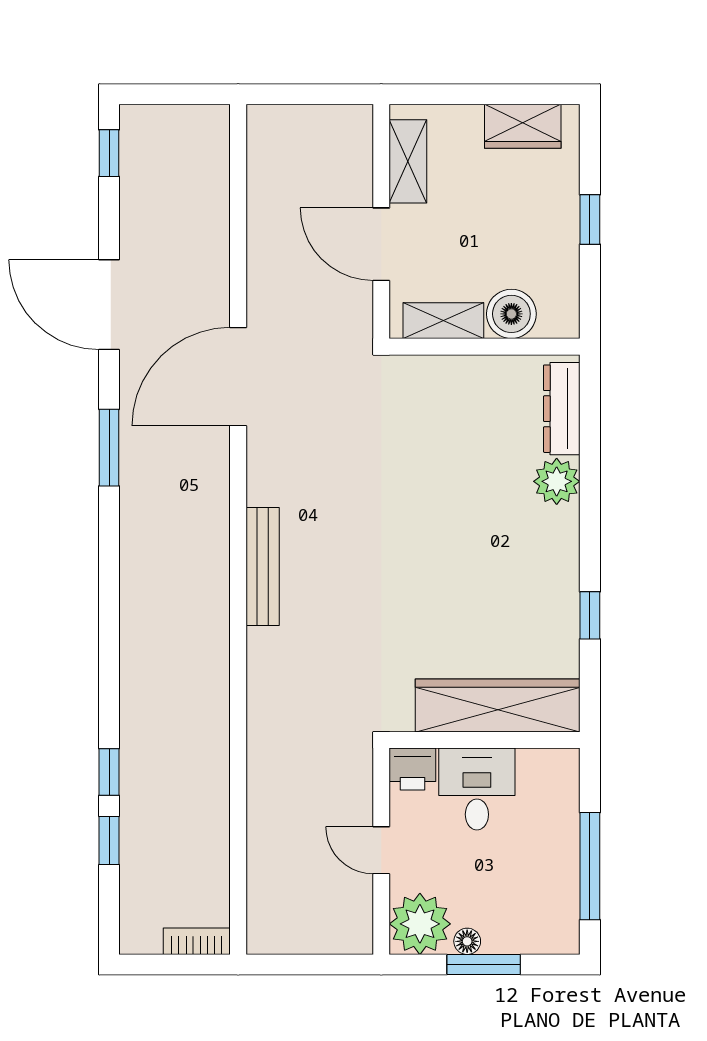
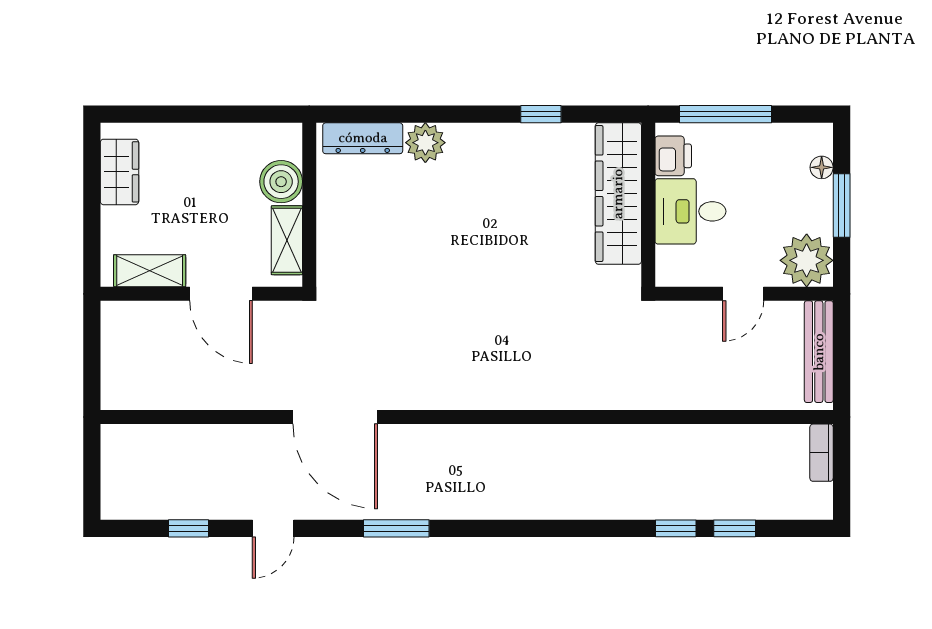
window: (109, 153) -> (189, 528), moved
window: (590, 220) -> (200, 114), removed
door: (381, 244) -> (221, 294), hinge flipped
door: (109, 305) -> (273, 528), width x0.53
bench: (263, 567) -> (819, 352), moved, turned 90
printer: (412, 769) -> (673, 156), moved
window: (590, 866) -> (726, 114), moved
floor lamp: (467, 941) -> (822, 167), moved

